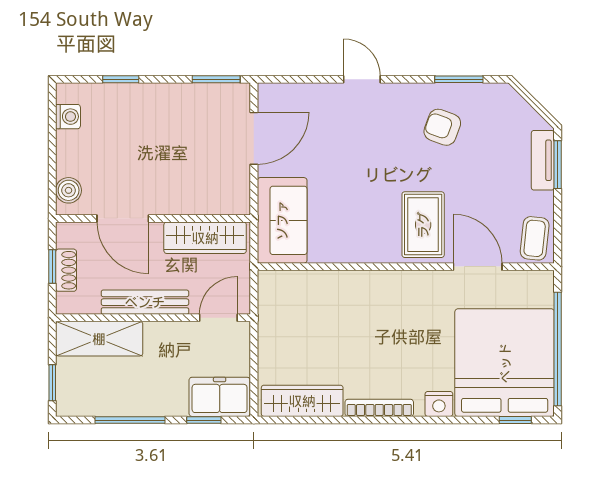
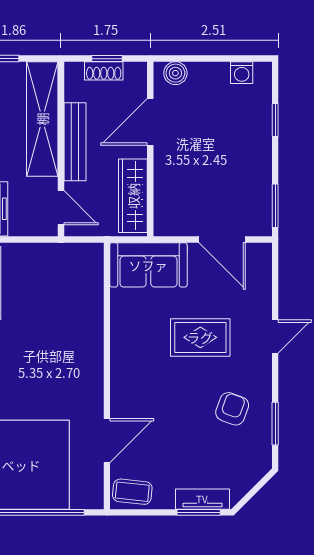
rug: (423, 225) -> (200, 337), moved
shelving: (99, 339) -> (42, 119), width x1.47

